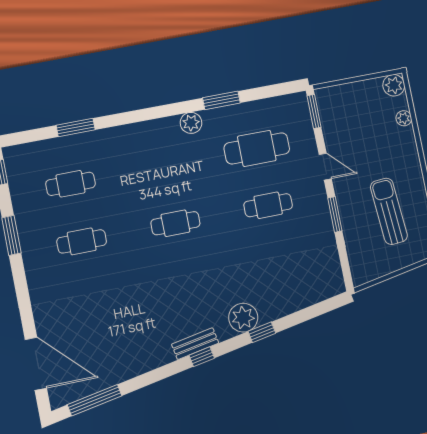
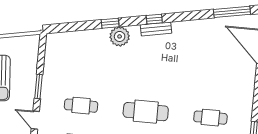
cafe table: (175, 223) -> (146, 112), width x1.37, depth x1.35

